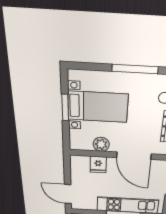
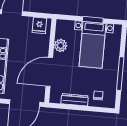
fridge: (98, 165) -> (39, 25), moved, turned -90

